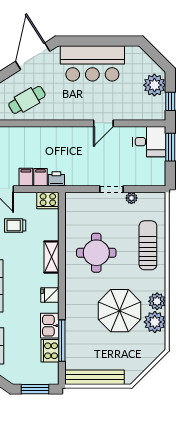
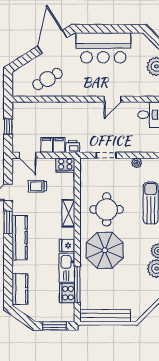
doorway: (111, 189) -> (106, 155), moved
parasol: (120, 311) -> (105, 250), moved
kitchen sink: (50, 326) -> (67, 268), width x1.38

